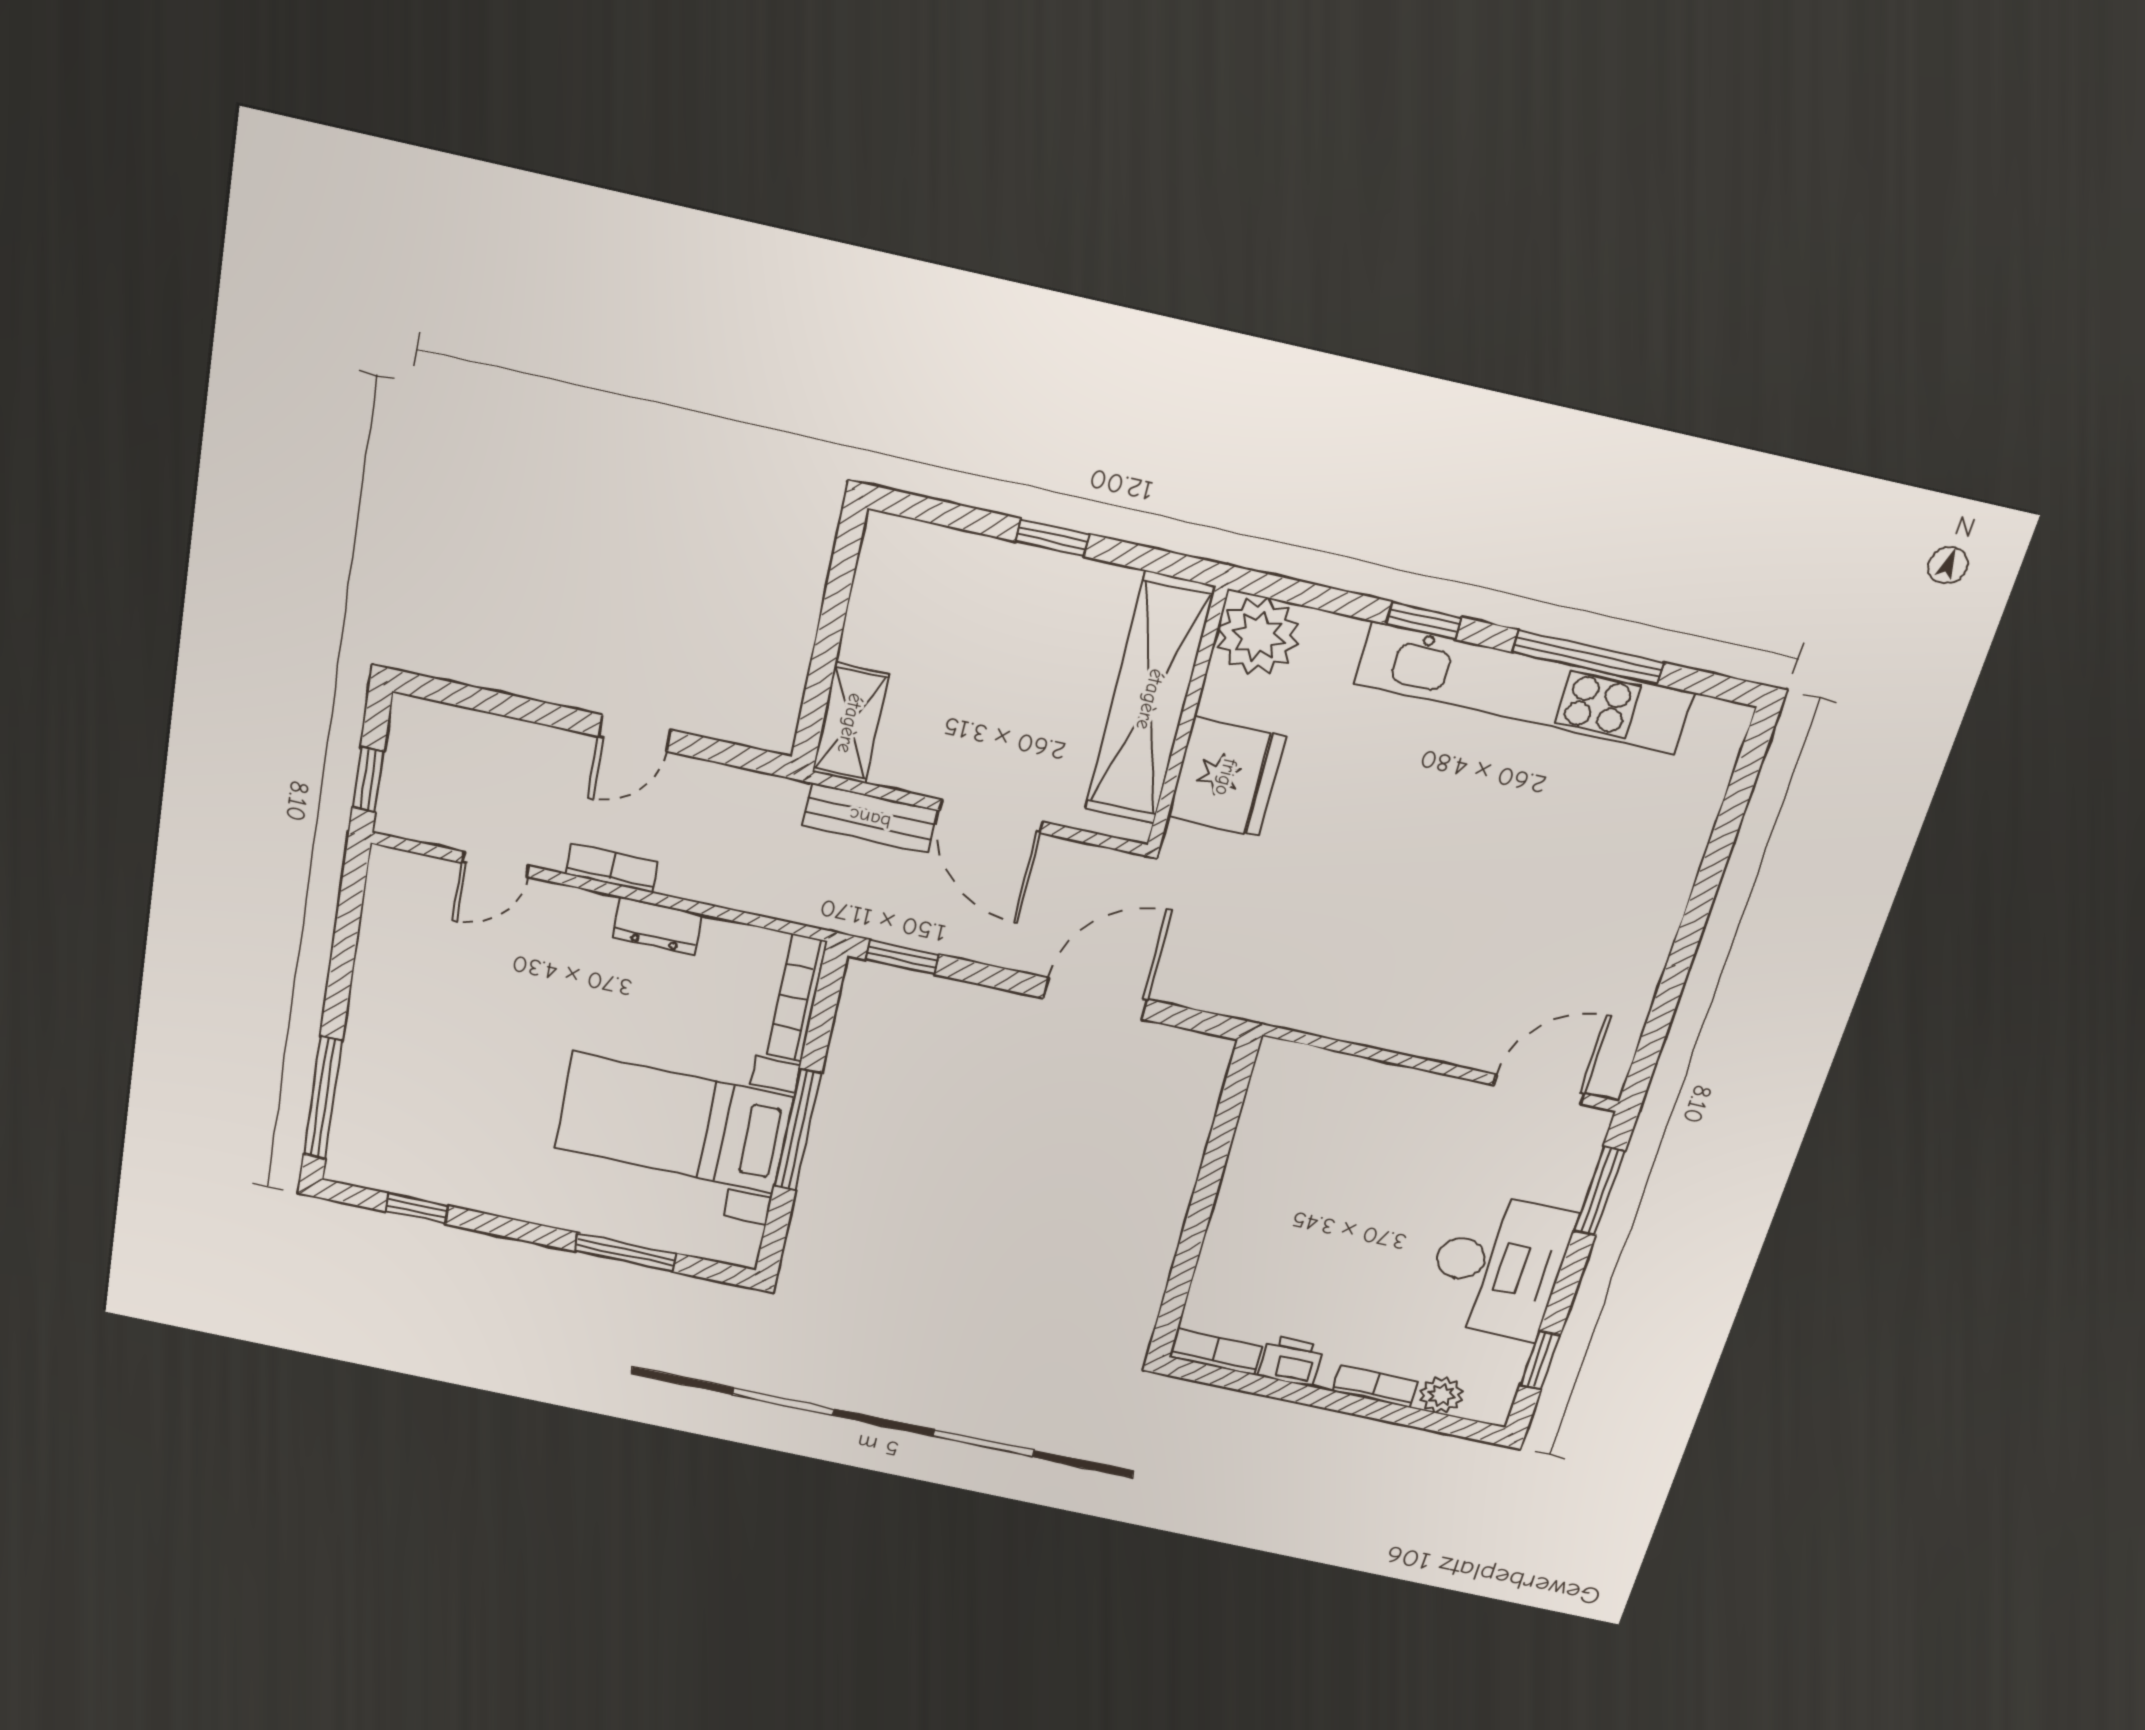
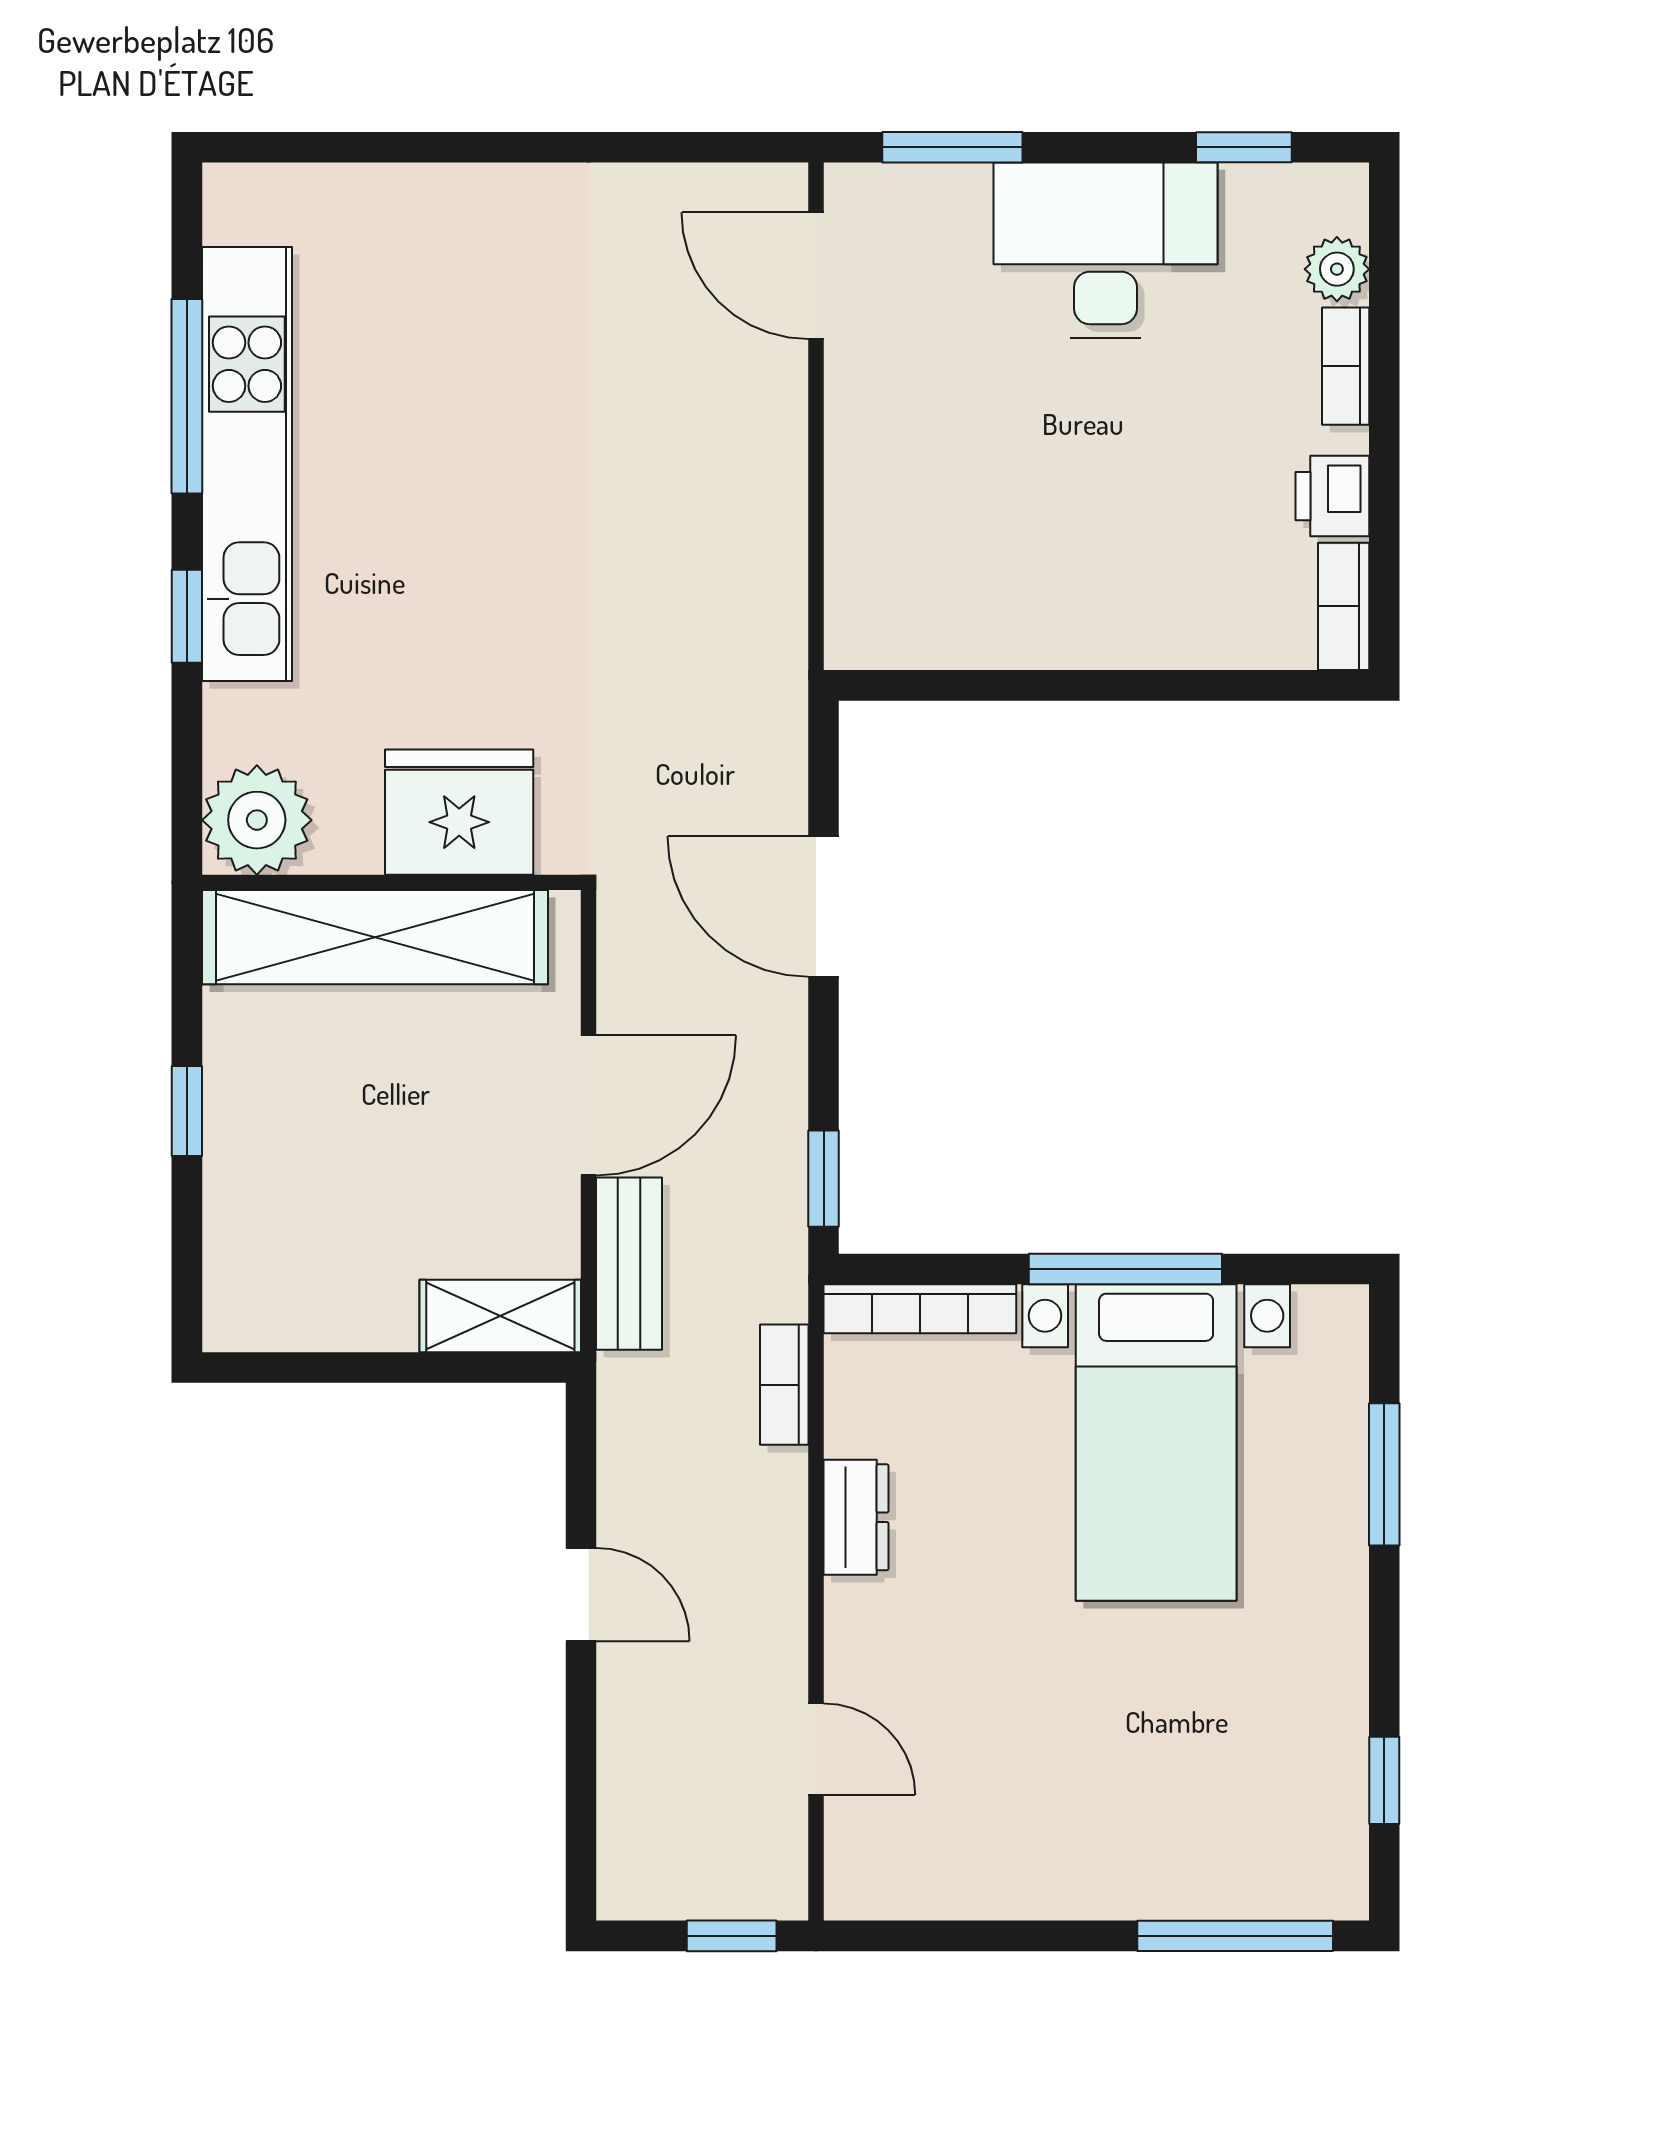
bookcase: (612, 868) -> (784, 1385), moved

